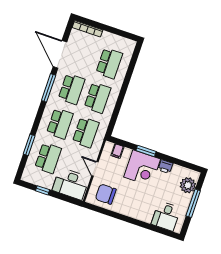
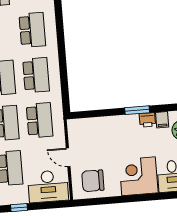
filing cabinet: (118, 151) -> (162, 120), moved
window: (146, 151) -> (137, 110), moved
corner desk: (142, 168) -> (139, 176), moved, turned 180

